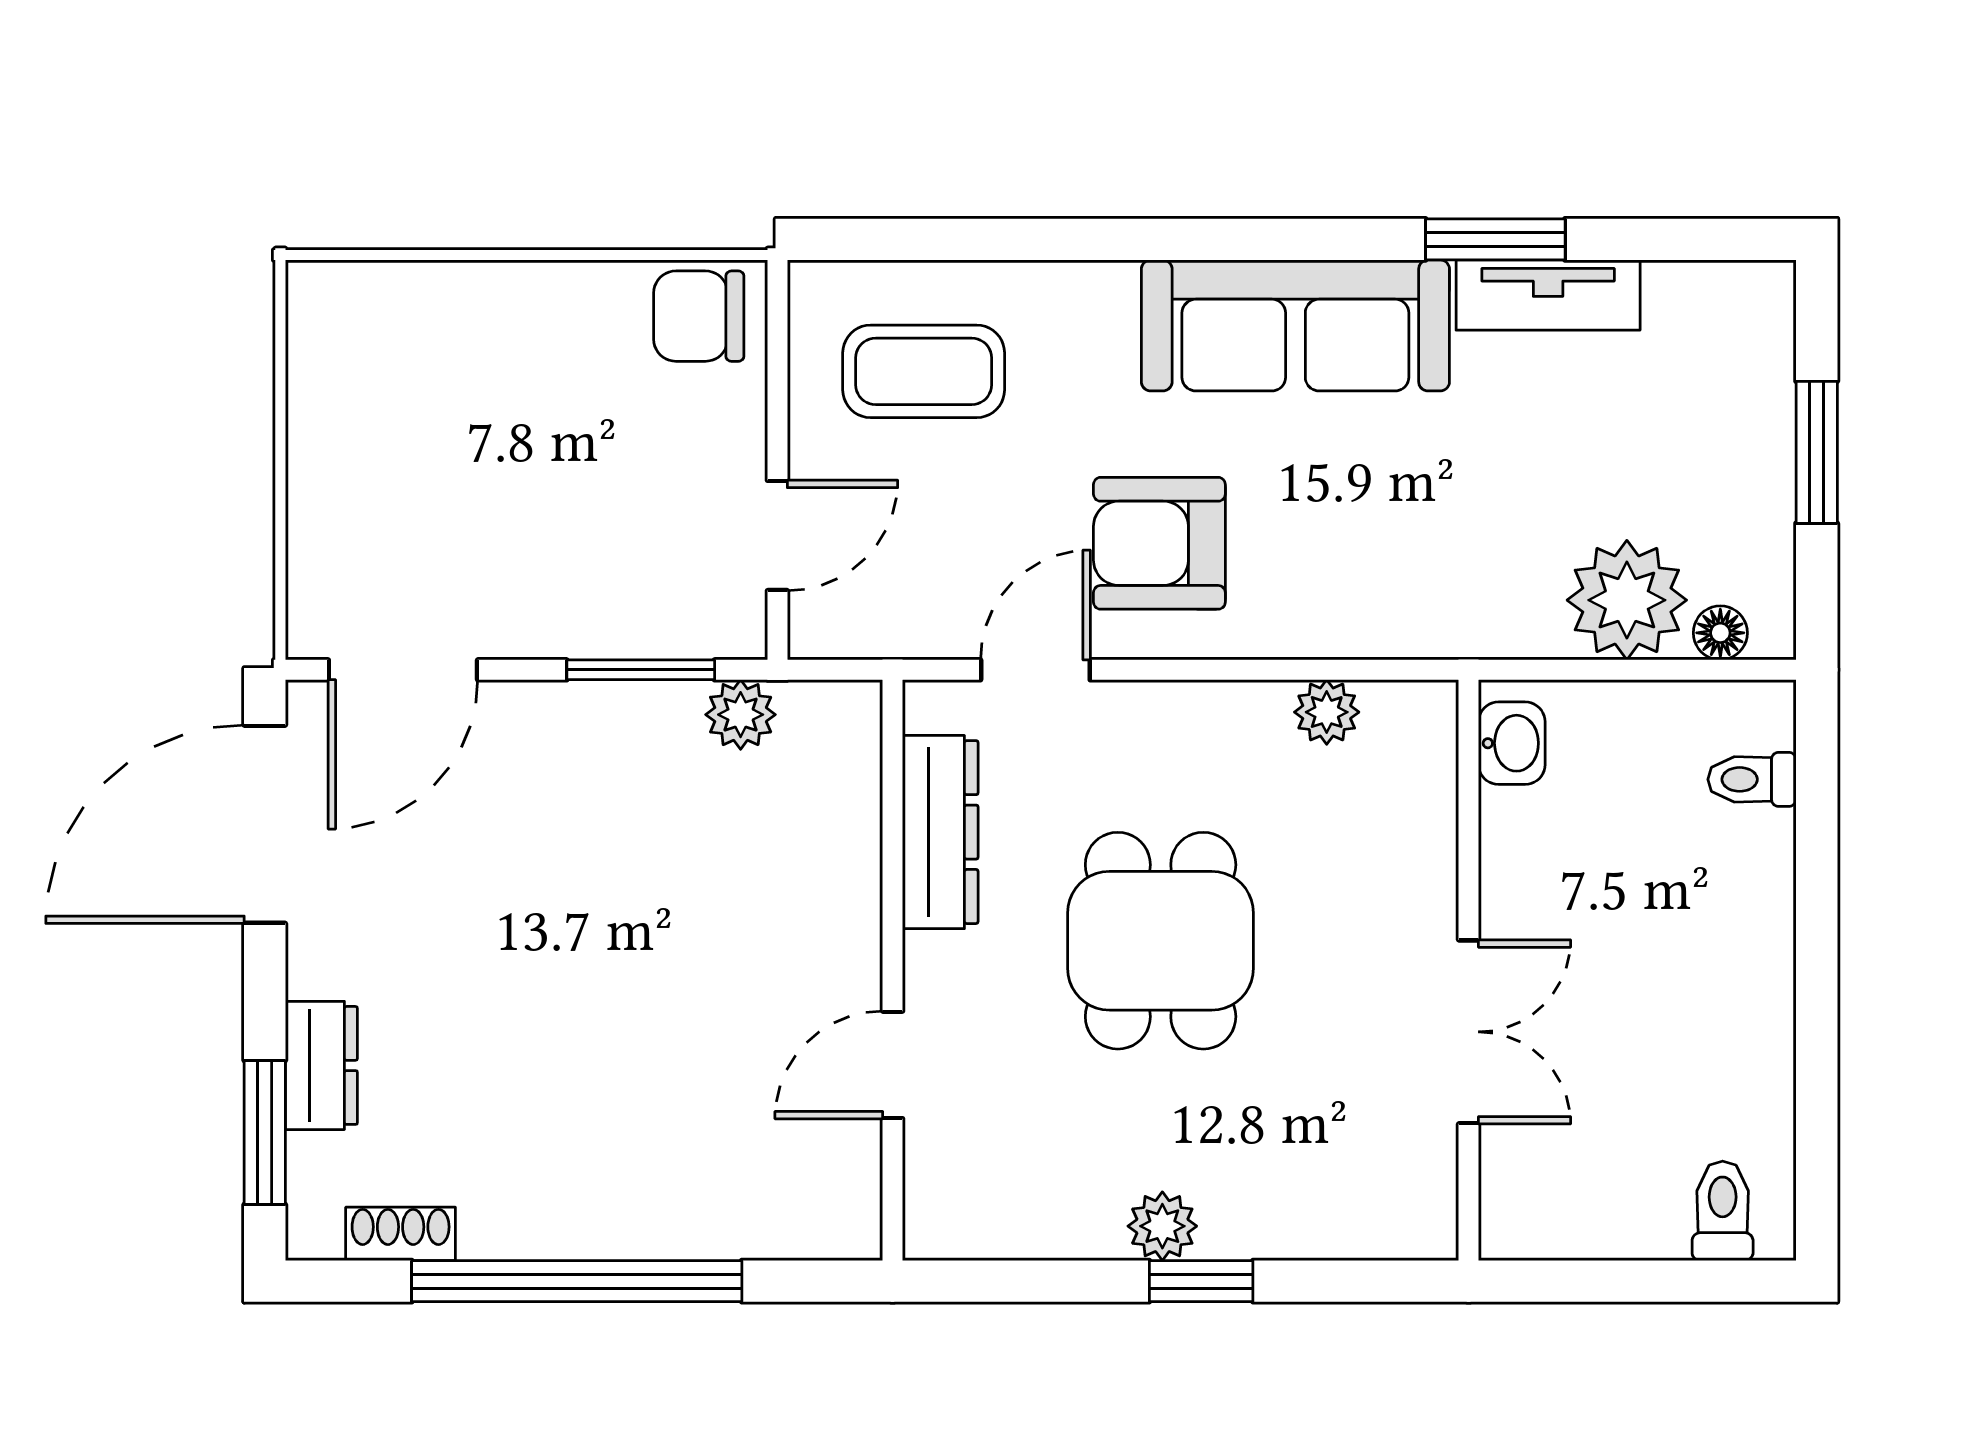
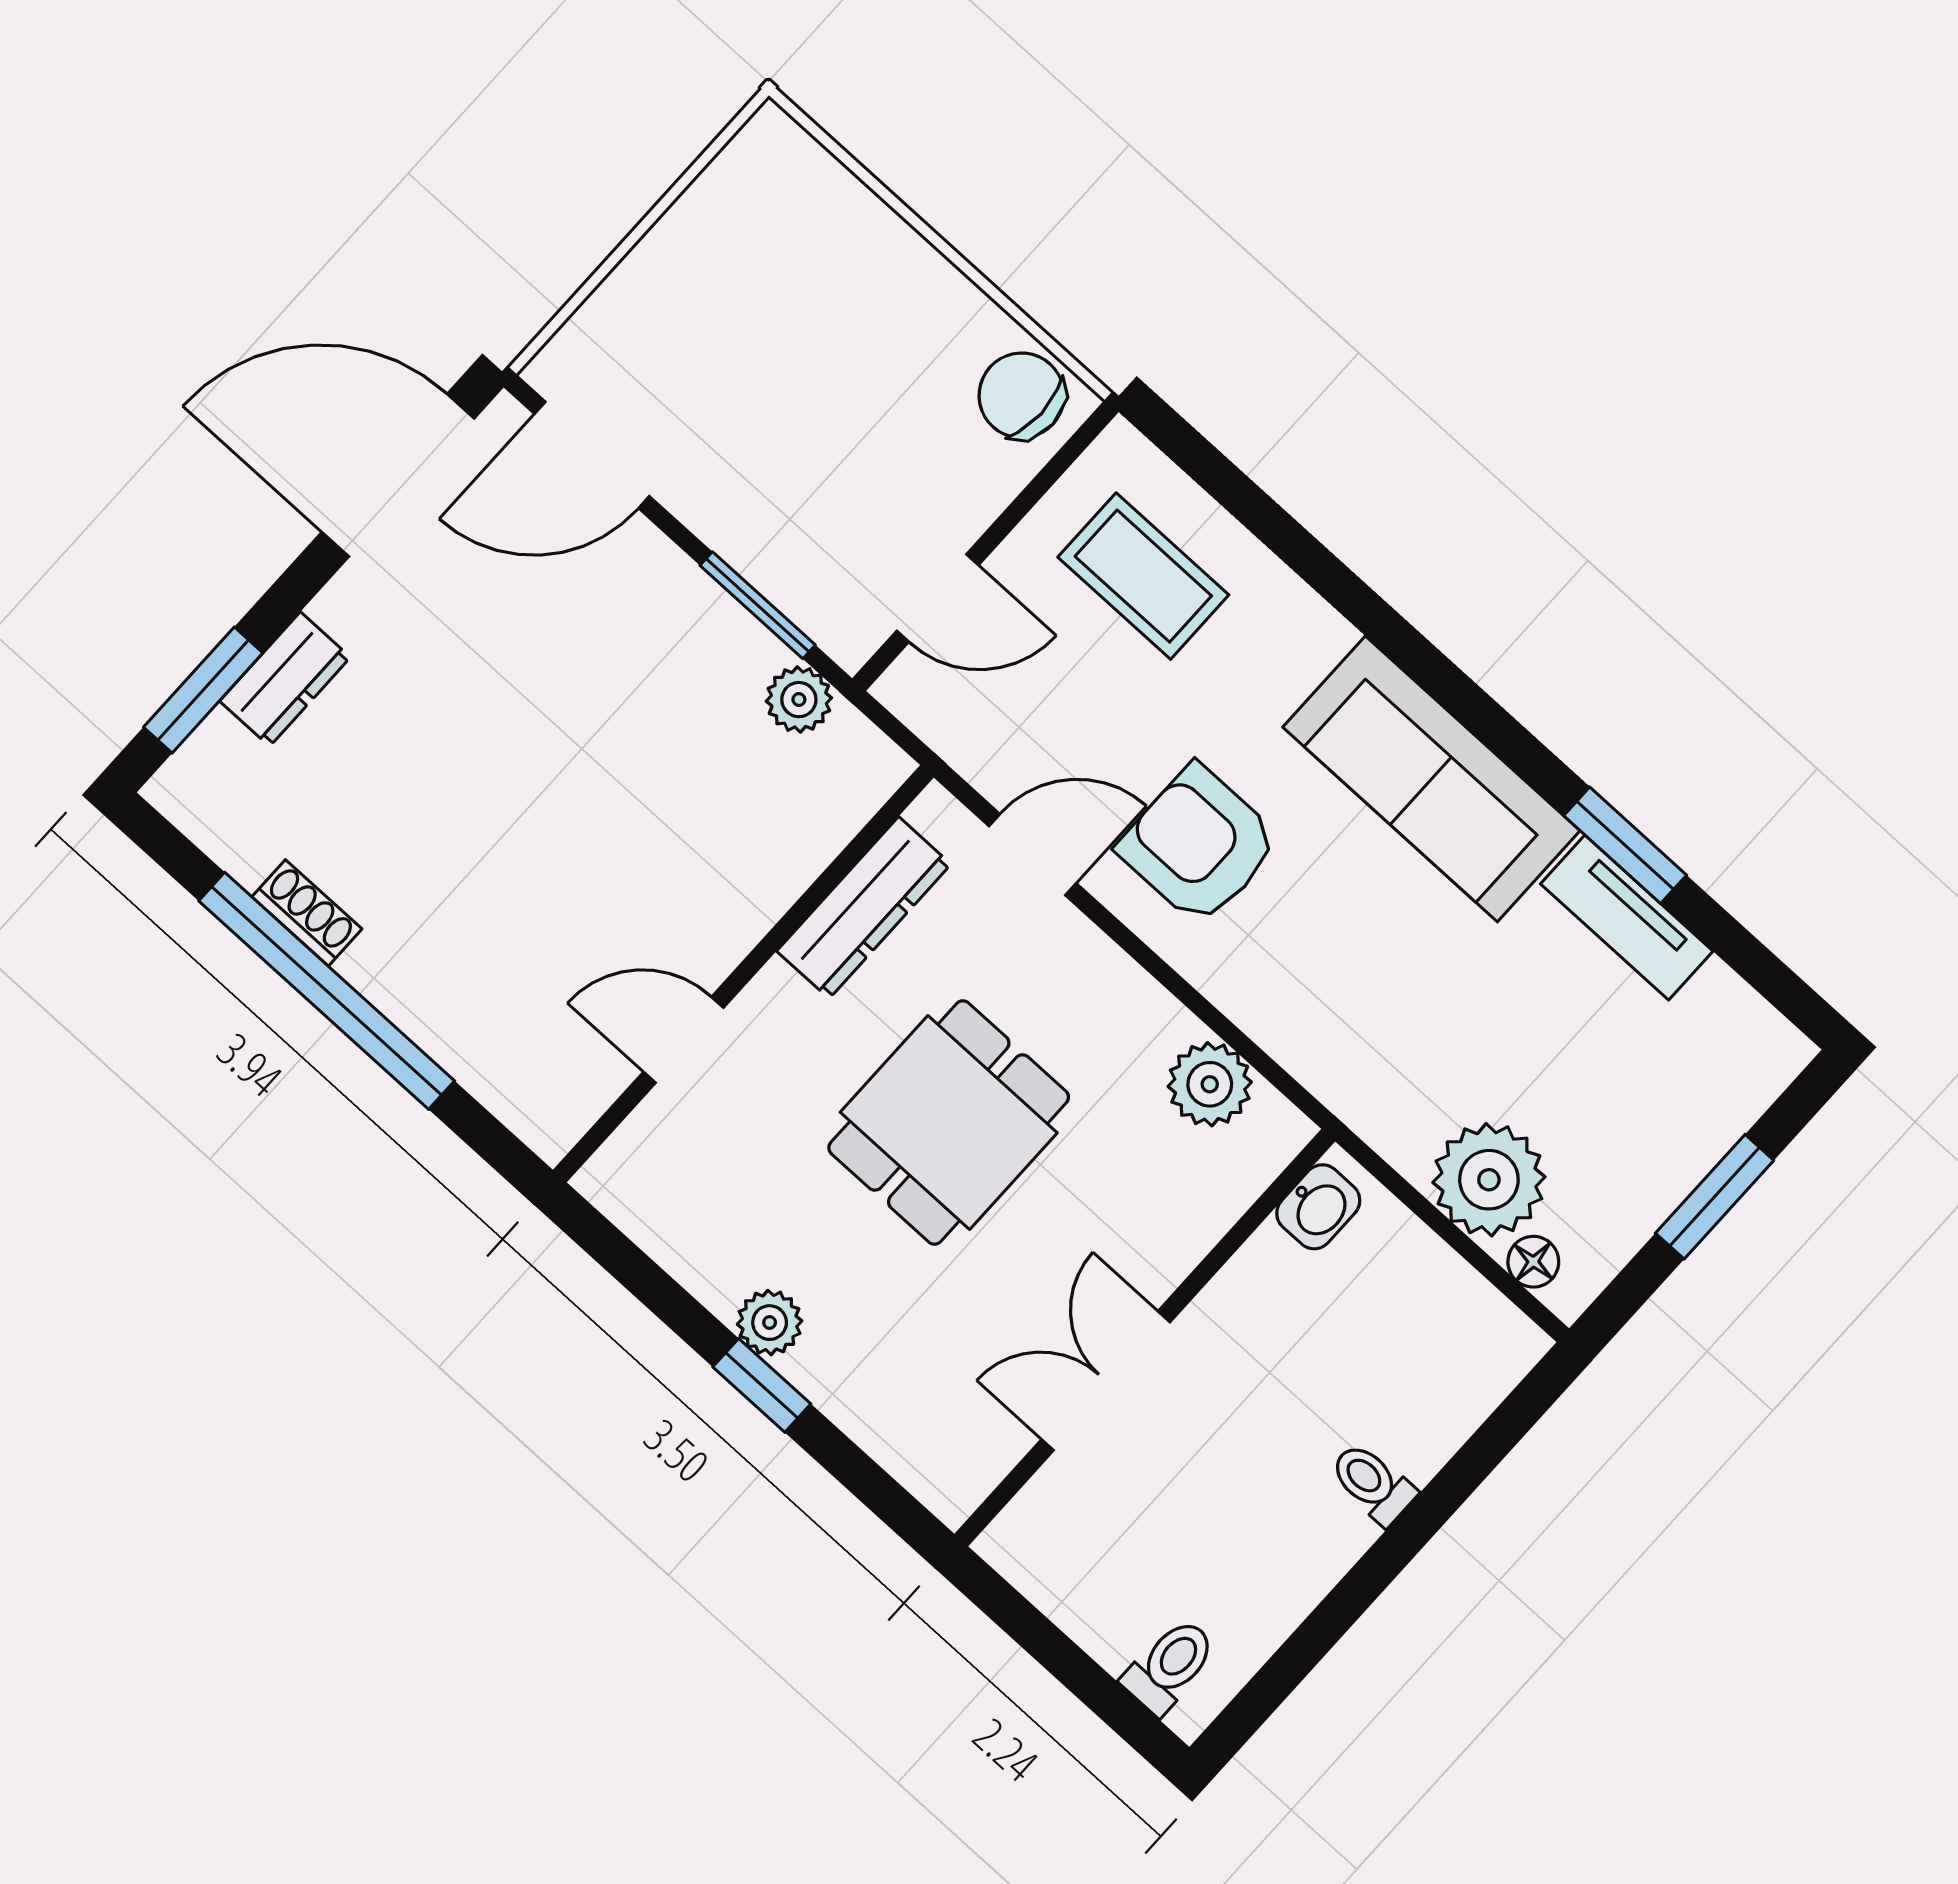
plant: (1327, 712) -> (1210, 1084), width x1.38, depth x1.38
toilet: (1752, 779) -> (1373, 1483), moved
double door: (1469, 1032) -> (1106, 1381), swing flipped
shoe rack: (401, 1234) -> (307, 913), moved

